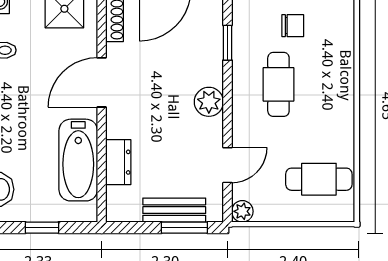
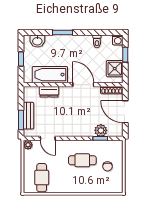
plant: (209, 102) -> (101, 130), moved

